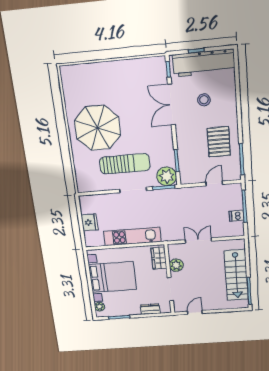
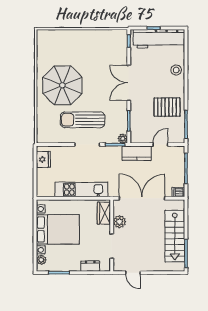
stool: (204, 100) -> (176, 70), moved
double door: (171, 105) -> (129, 83), moved
pallet: (219, 142) -> (167, 107), turned 90
sun lounger: (125, 164) -> (83, 120), turned 180
plant: (167, 176) -> (123, 139), width x0.53, depth x0.53
kitchen counter: (188, 195) -> (137, 153), added
dishwasher: (236, 216) -> (178, 192), moved
fridge: (90, 222) -> (43, 159), moved
double door: (198, 240) -> (142, 198), width x1.87
door: (195, 312) -> (133, 273), swing flipped

